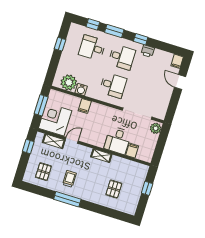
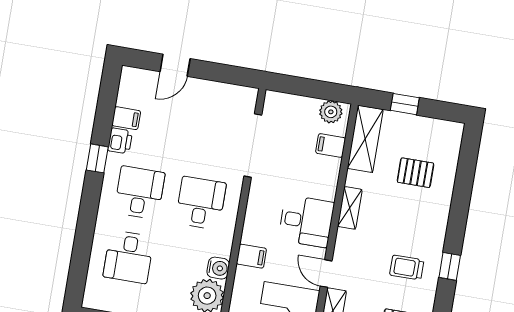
window: (93, 24) -> (80, 262), removed
window: (114, 31) -> (88, 216), removed
filing cabinet: (177, 61) -> (126, 118), moved
plant: (156, 128) -> (331, 112), moved
desk: (118, 140) -> (306, 221), moved
shelving: (133, 167) -> (365, 139), added
window: (67, 199) -> (450, 266), width x0.46

